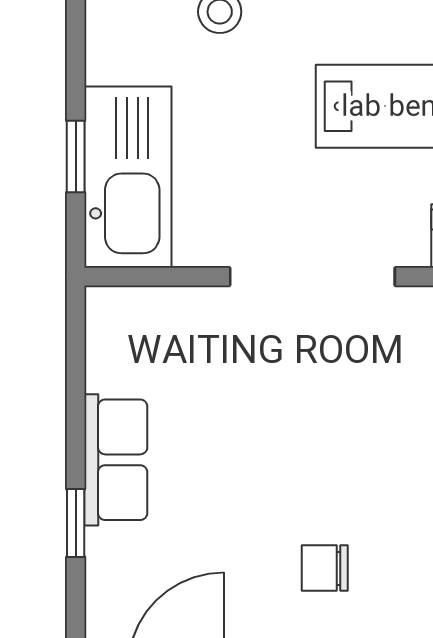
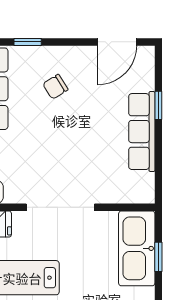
row of seats: (116, 460) -> (142, 132), width x1.48
chair: (325, 568) -> (55, 87), turned 148

